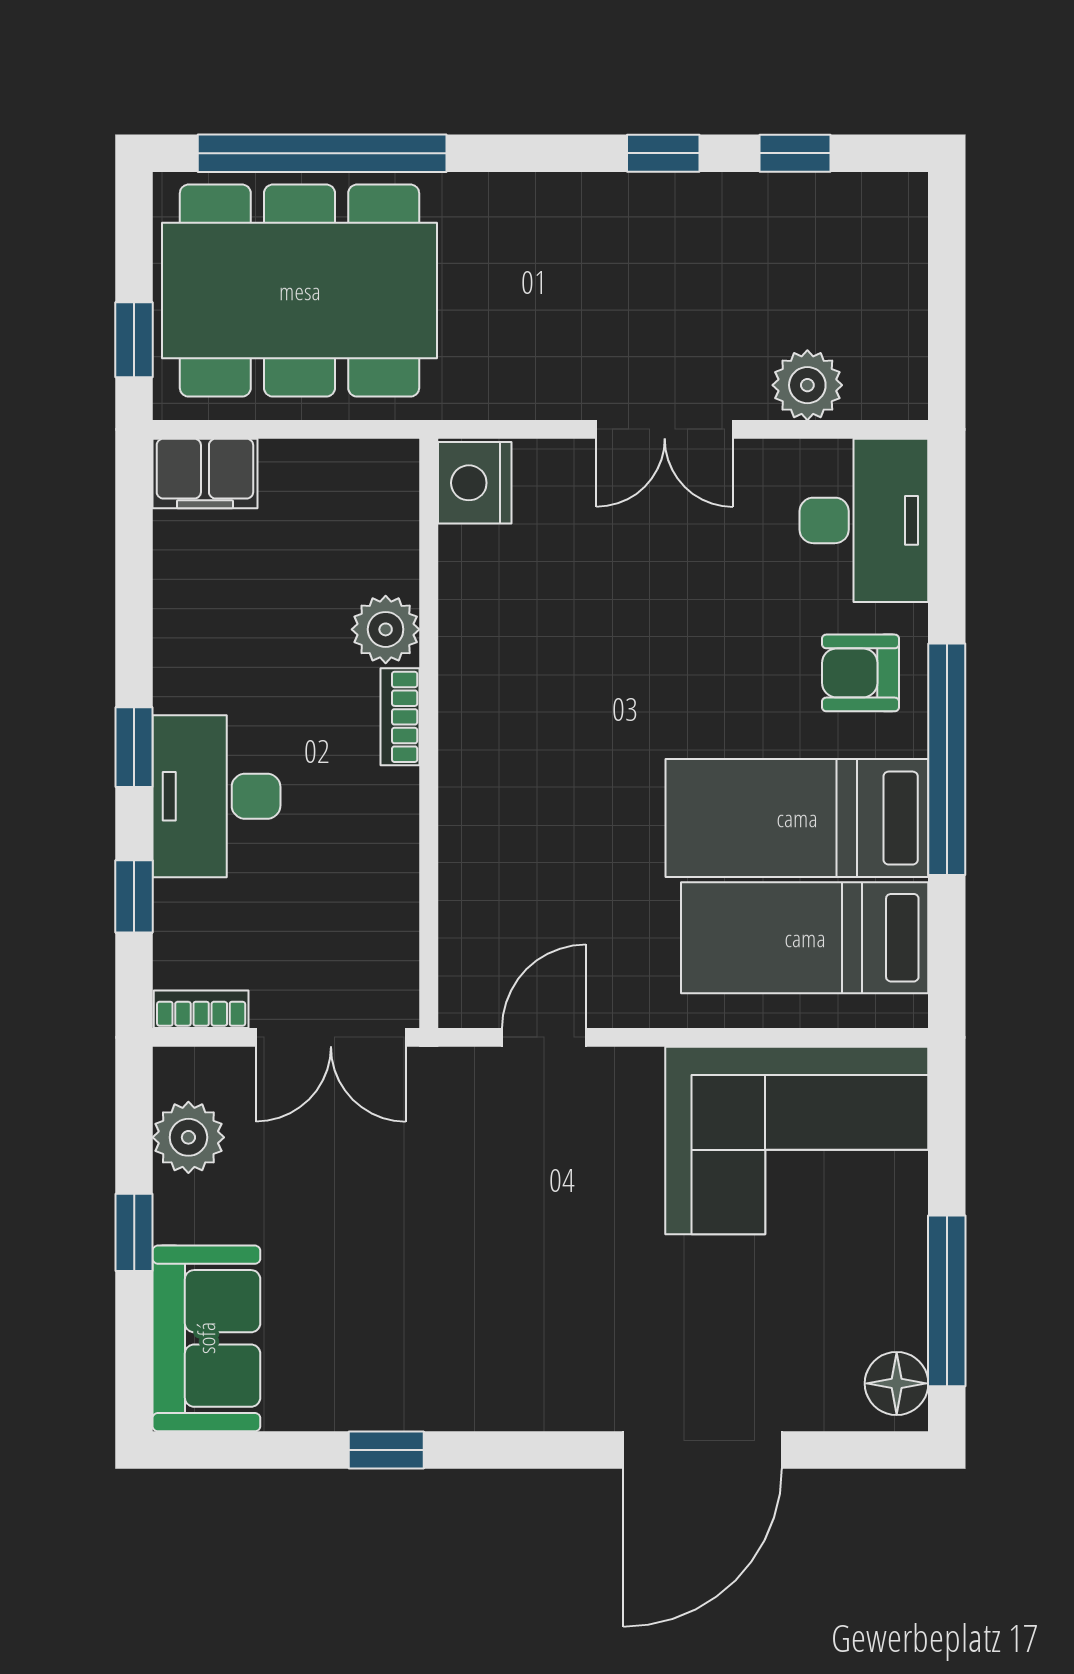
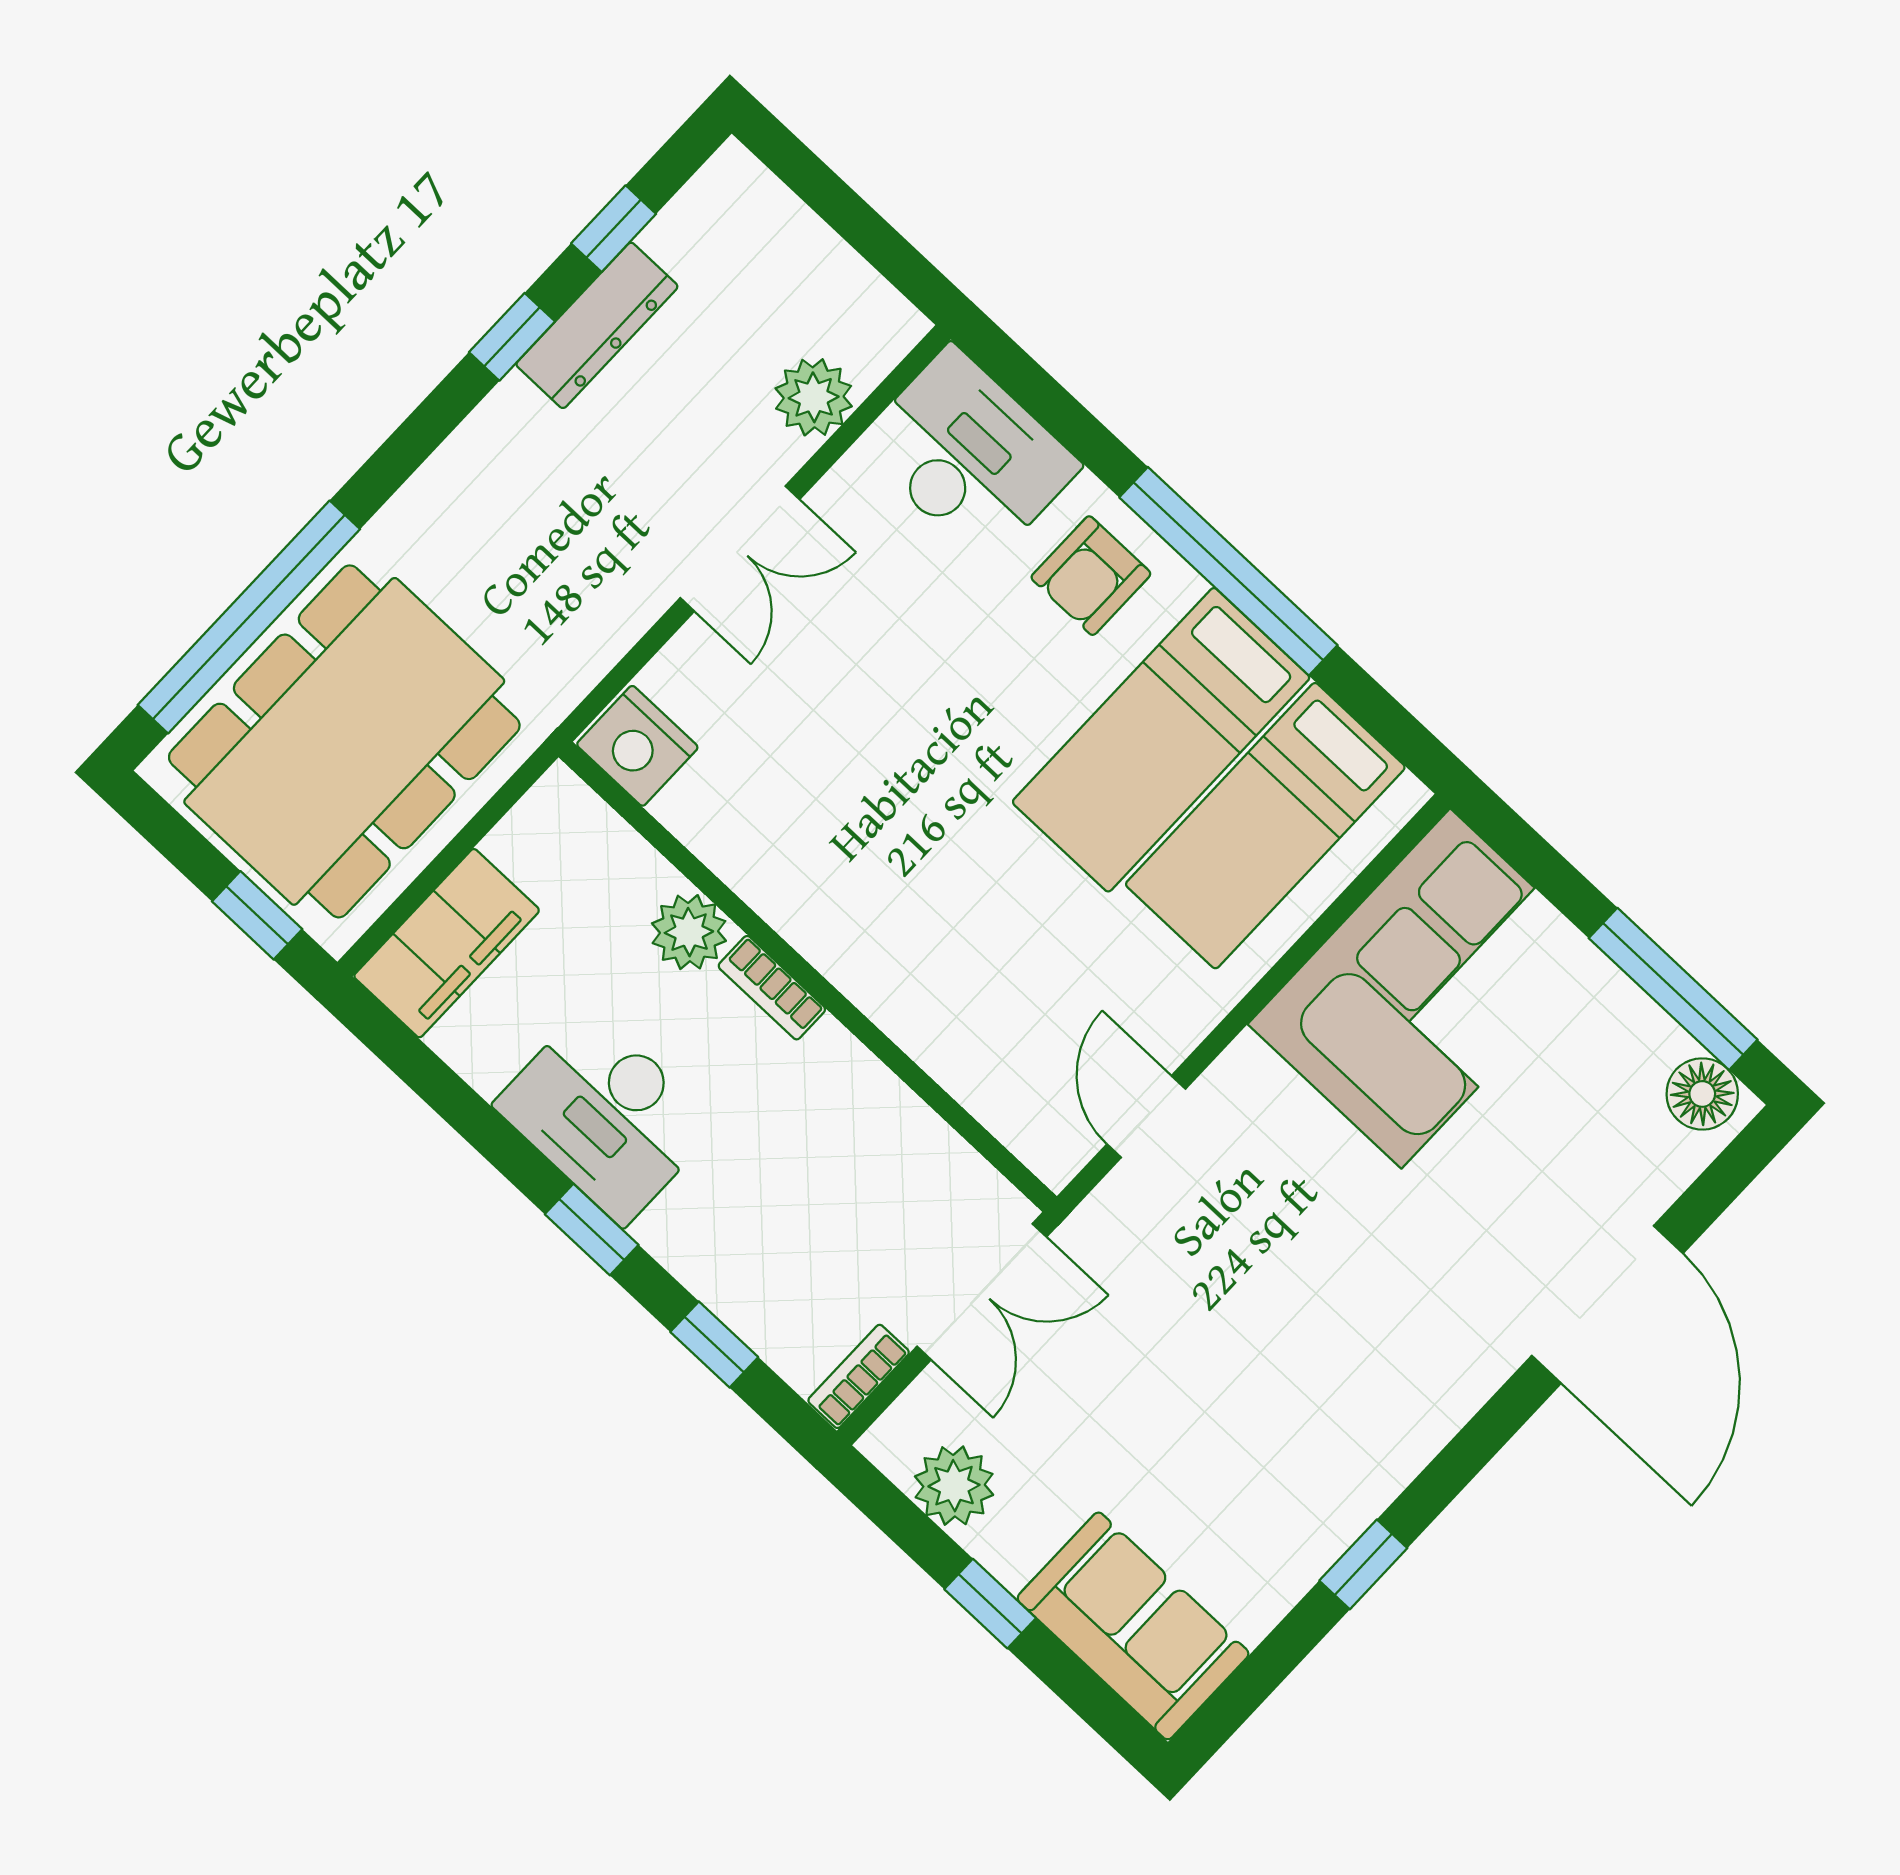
dresser: (722, 201) -> (597, 325), added
filing cabinet: (205, 474) -> (447, 943), width x1.50, depth x1.17
desk: (216, 796) -> (606, 1115), moved

